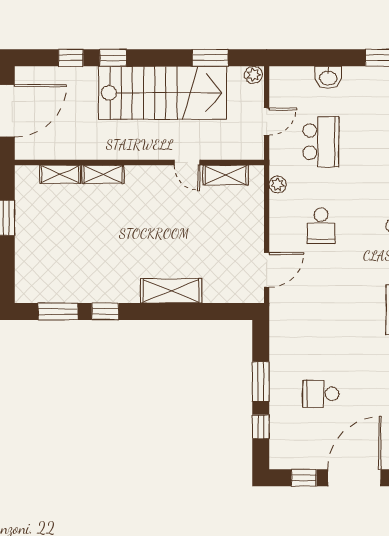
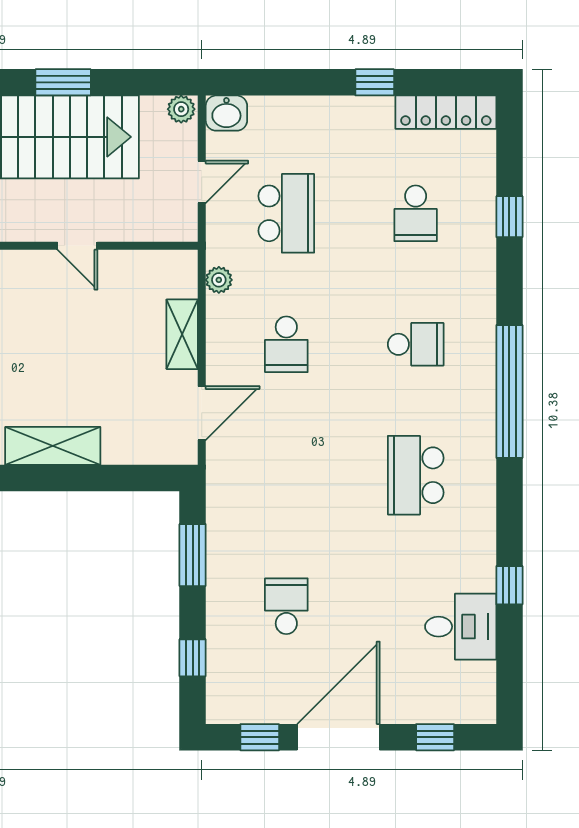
window: (210, 58) -> (63, 82), moved
washbasin: (328, 77) -> (226, 113), moved
shelving: (226, 175) -> (182, 334), moved, turned 90
window: (261, 382) -> (193, 555), moved
school desk: (321, 394) -> (286, 606), turned 90

